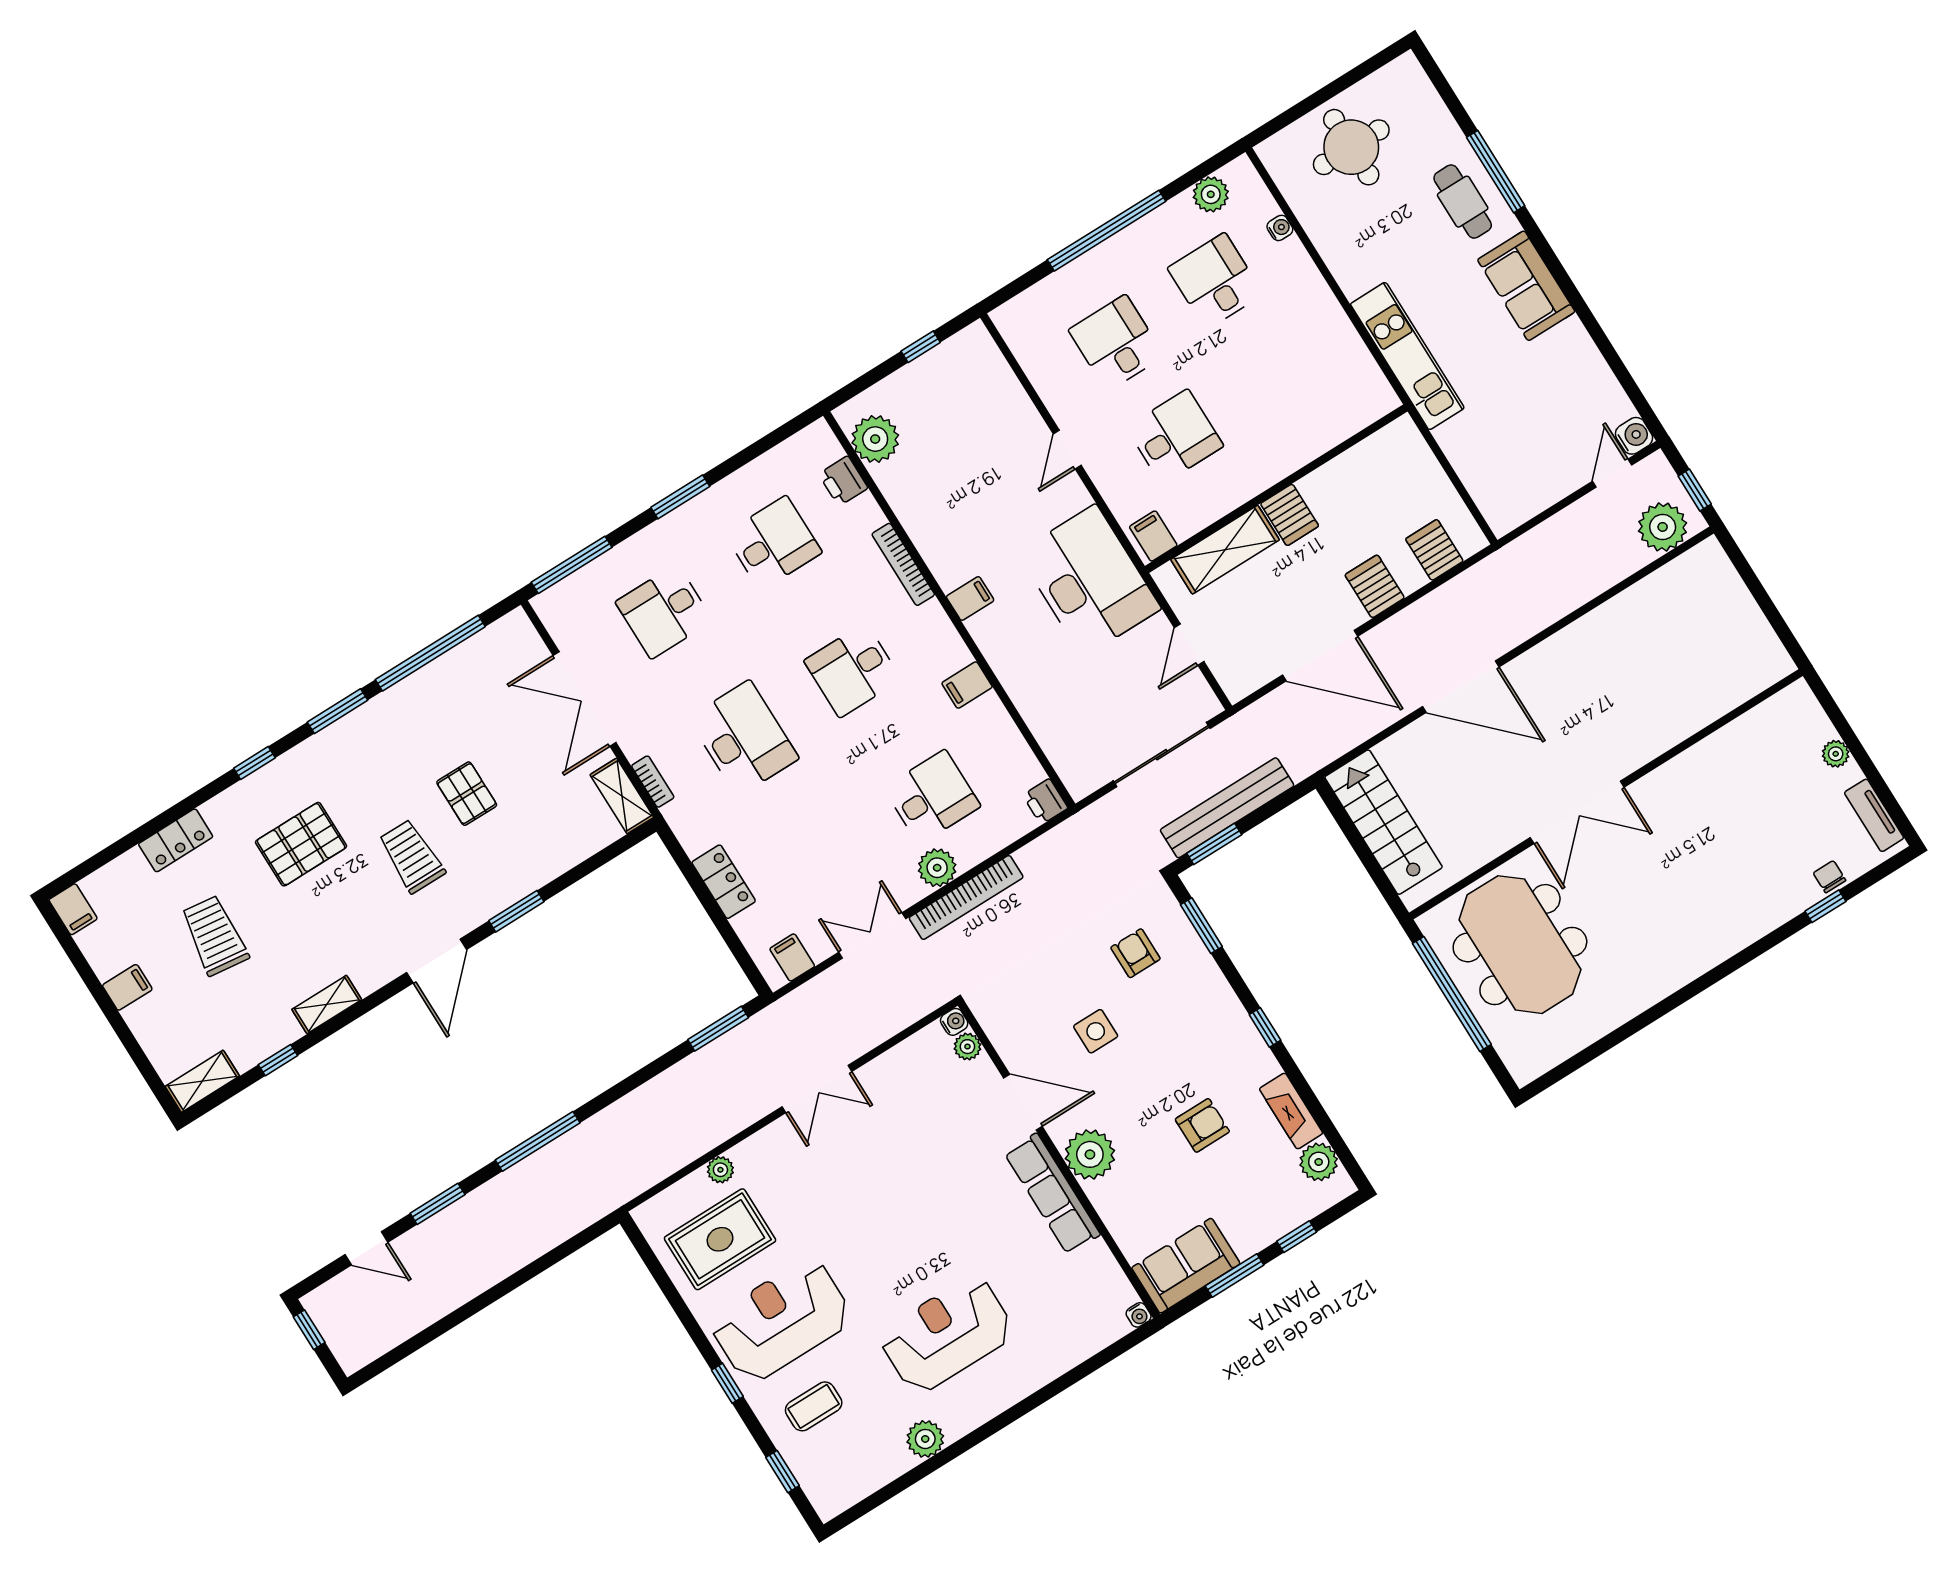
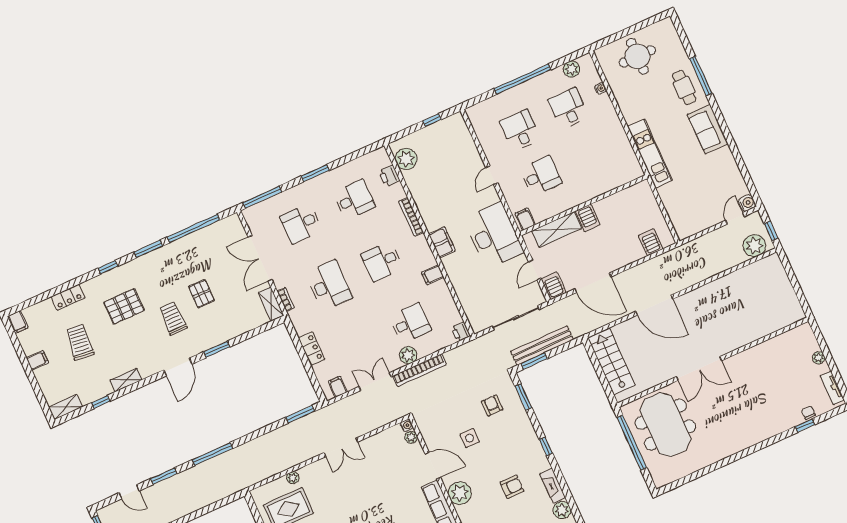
server rack: (1375, 586) -> (554, 286), moved
filing cabinet: (970, 598) -> (442, 242), width x2.00

